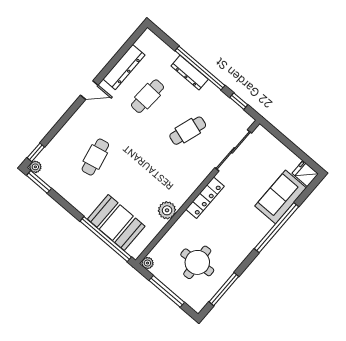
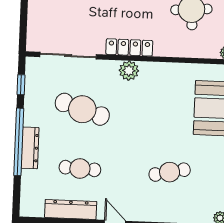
cafe table: (188, 131) -> (82, 109), width x1.37, depth x1.35
plant: (167, 210) -> (129, 71), moved

